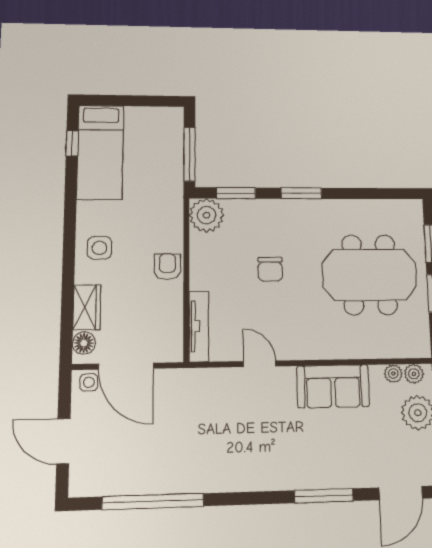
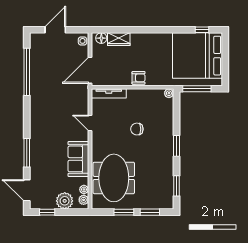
bed: (100, 152) -> (198, 56), width x2.04
window: (236, 193) -> (176, 186), moved
plant: (207, 215) -> (169, 93), width x0.53, depth x0.53
side table: (99, 248) -> (148, 45), removed
meeting table: (369, 275) -> (114, 178), moved
door: (260, 364) -> (90, 123), swing flipped
door: (126, 366) -> (90, 70), moved

